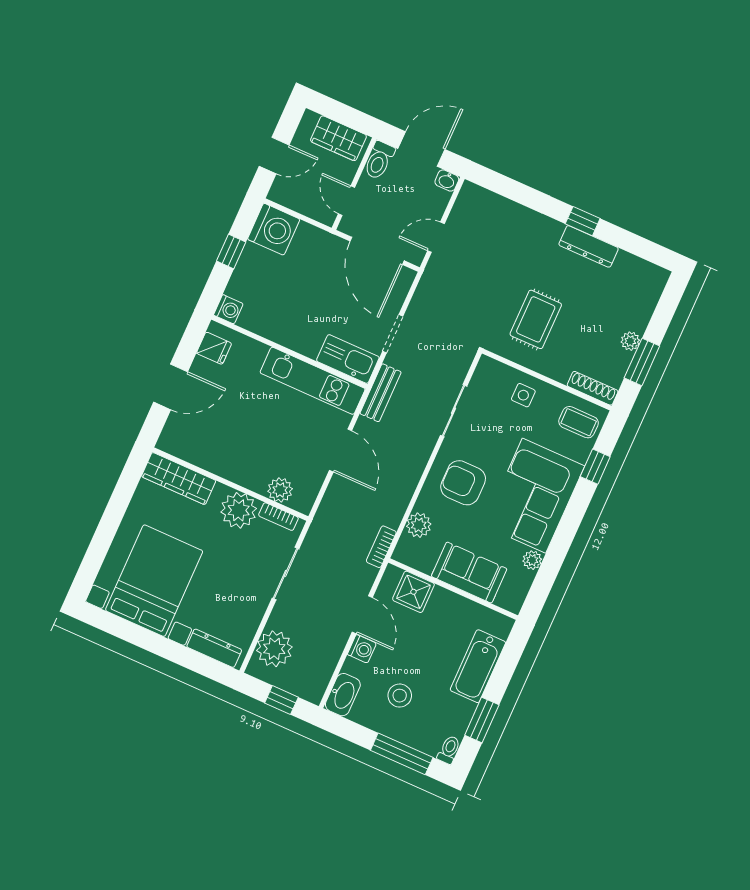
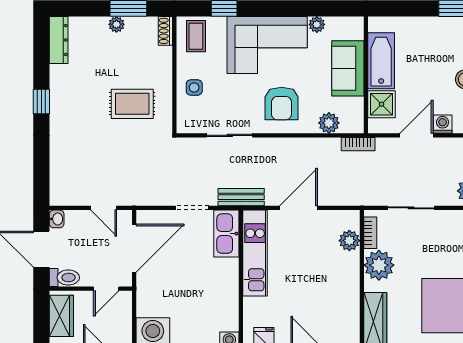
dresser: (589, 246) -> (59, 40), moved
shoe rack: (593, 388) -> (165, 31), width x0.70
bathtub: (478, 666) -> (381, 61), moved, turned -90

